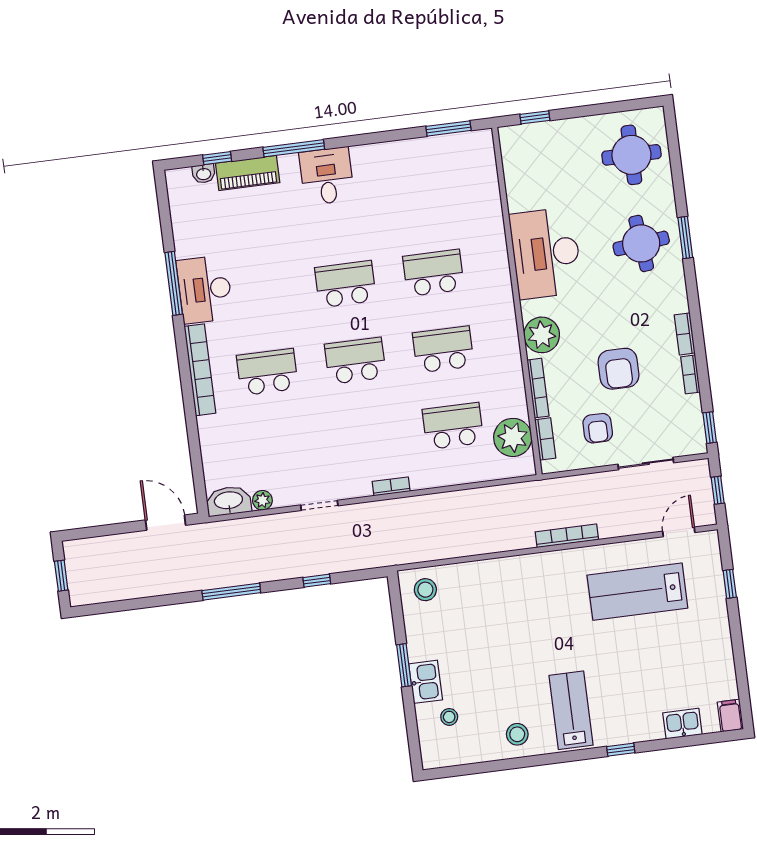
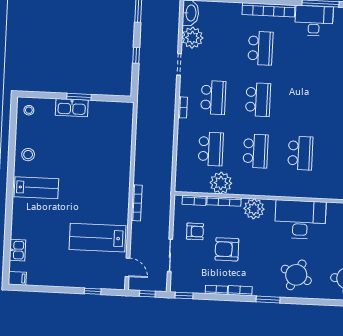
window: (685, 238) -> (268, 299), moved
round table: (641, 243) -> (296, 275), turned 31
school desk: (345, 284) -> (213, 97), moved
armchair: (598, 428) -> (195, 231), turned 180
plant: (513, 437) -> (221, 183), moved
plant: (262, 500) -> (192, 38), width x1.88, depth x1.88
stool: (425, 590) -> (120, 117), removed
lab bench: (637, 592) -> (98, 238), turned -90
kitchen sink: (426, 682) -> (72, 108), width x1.38
stool: (449, 717) -> (29, 110), moved
window: (621, 750) -> (9, 212), removed

